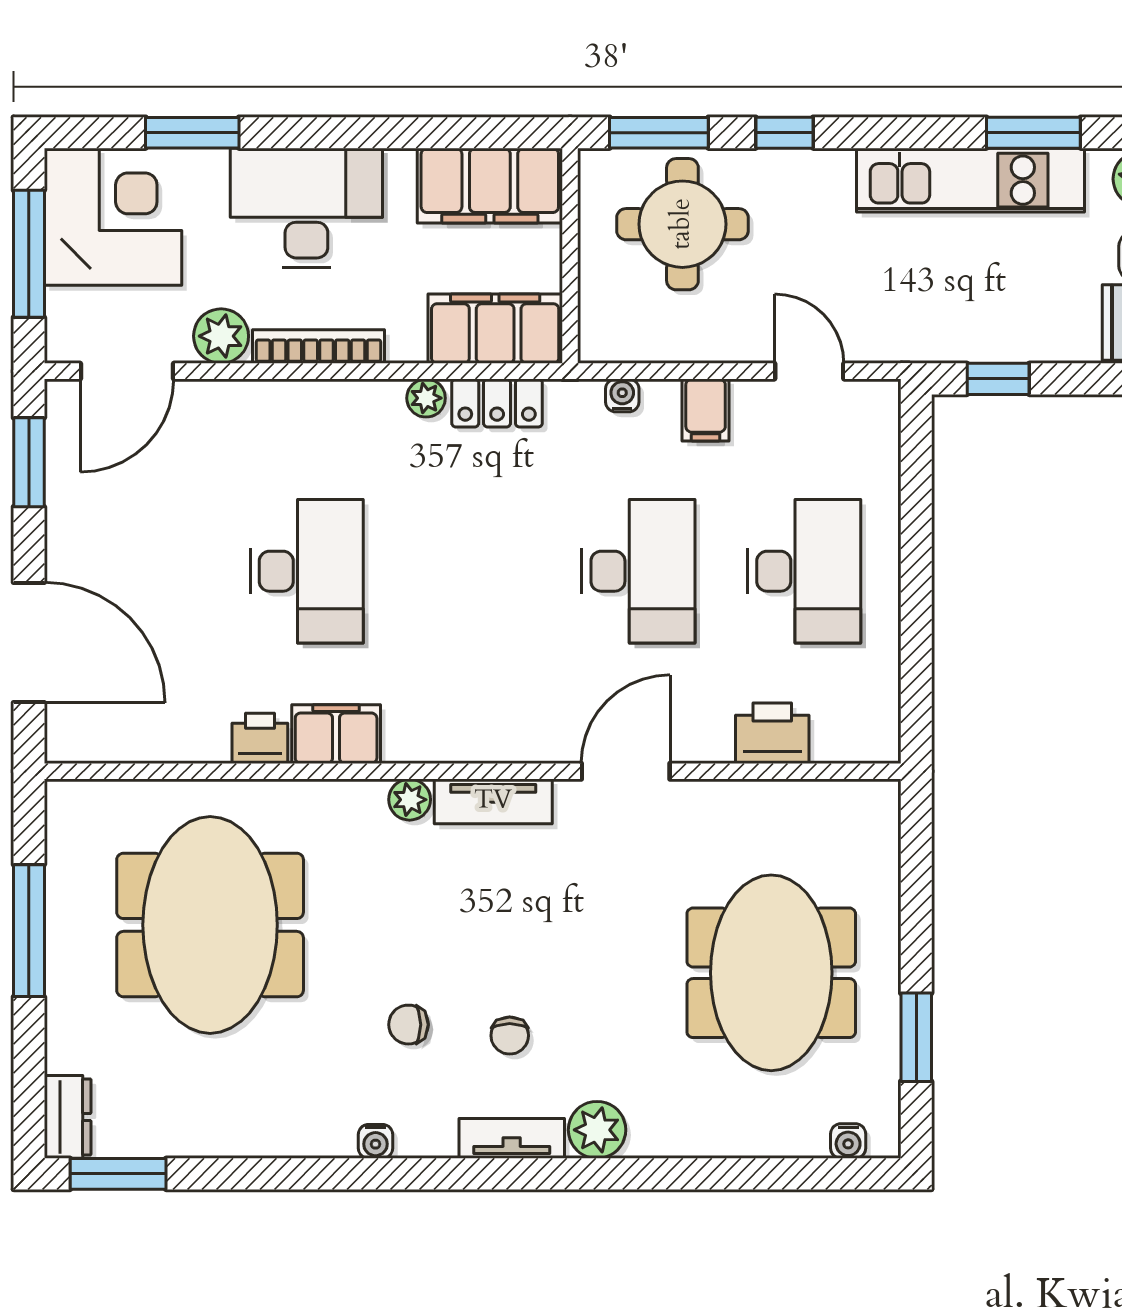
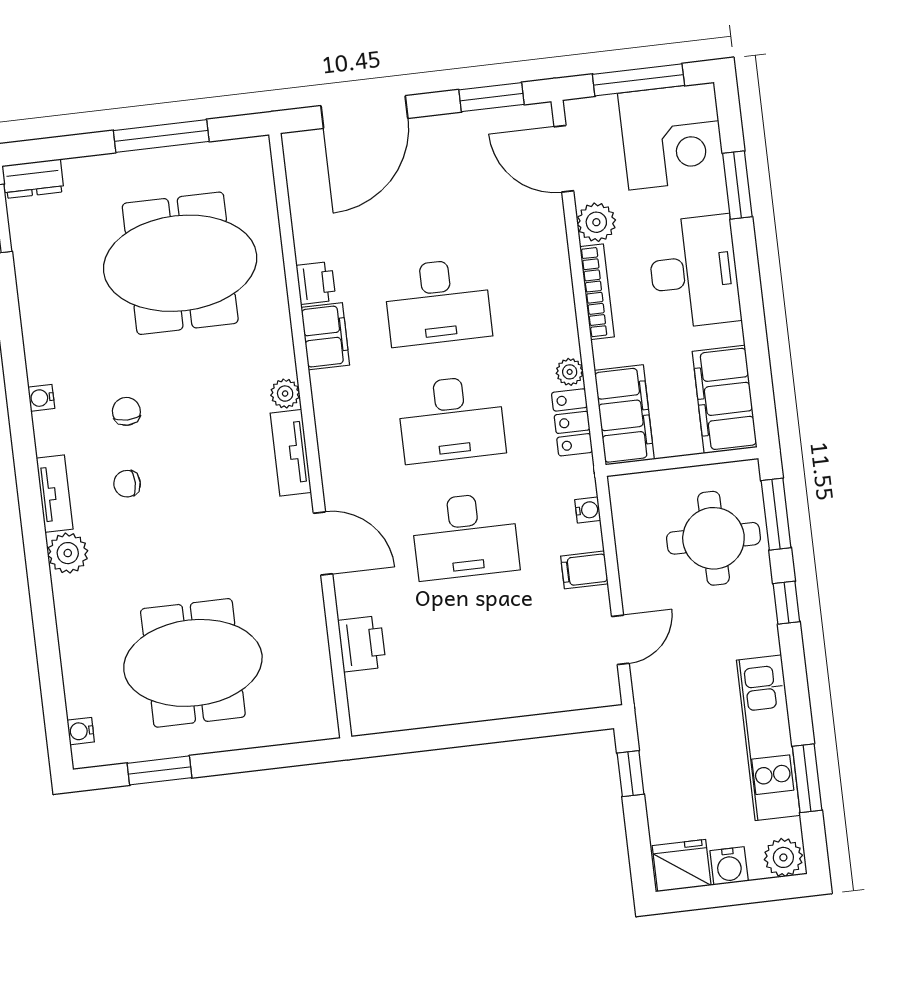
desk: (804, 571) -> (451, 419), moved

